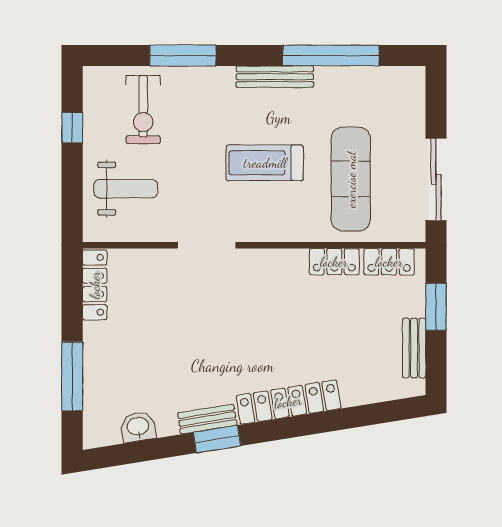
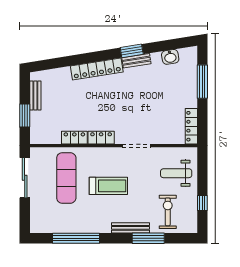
bench: (275, 77) -> (130, 228), moved
locker: (389, 262) -> (101, 138), moved

